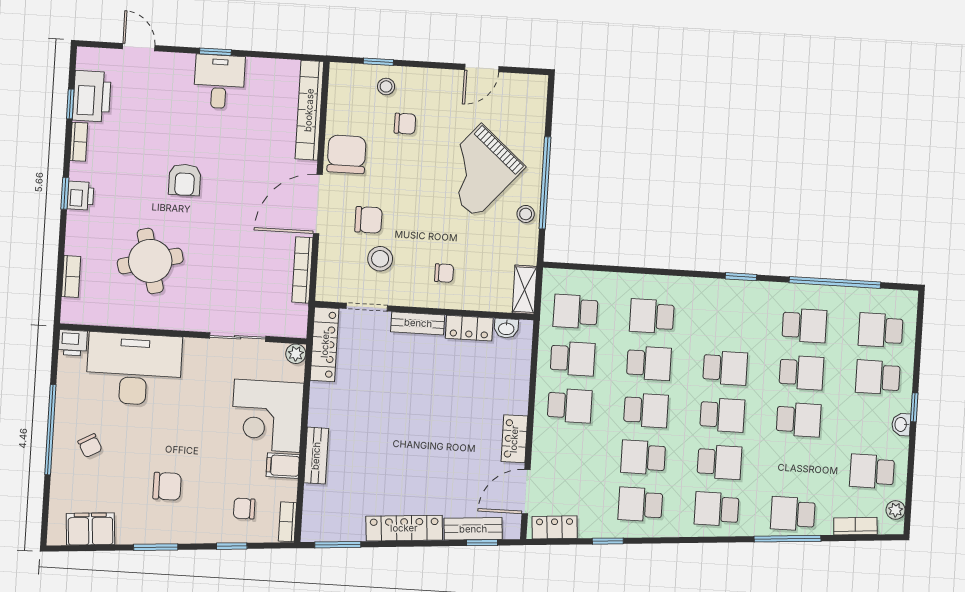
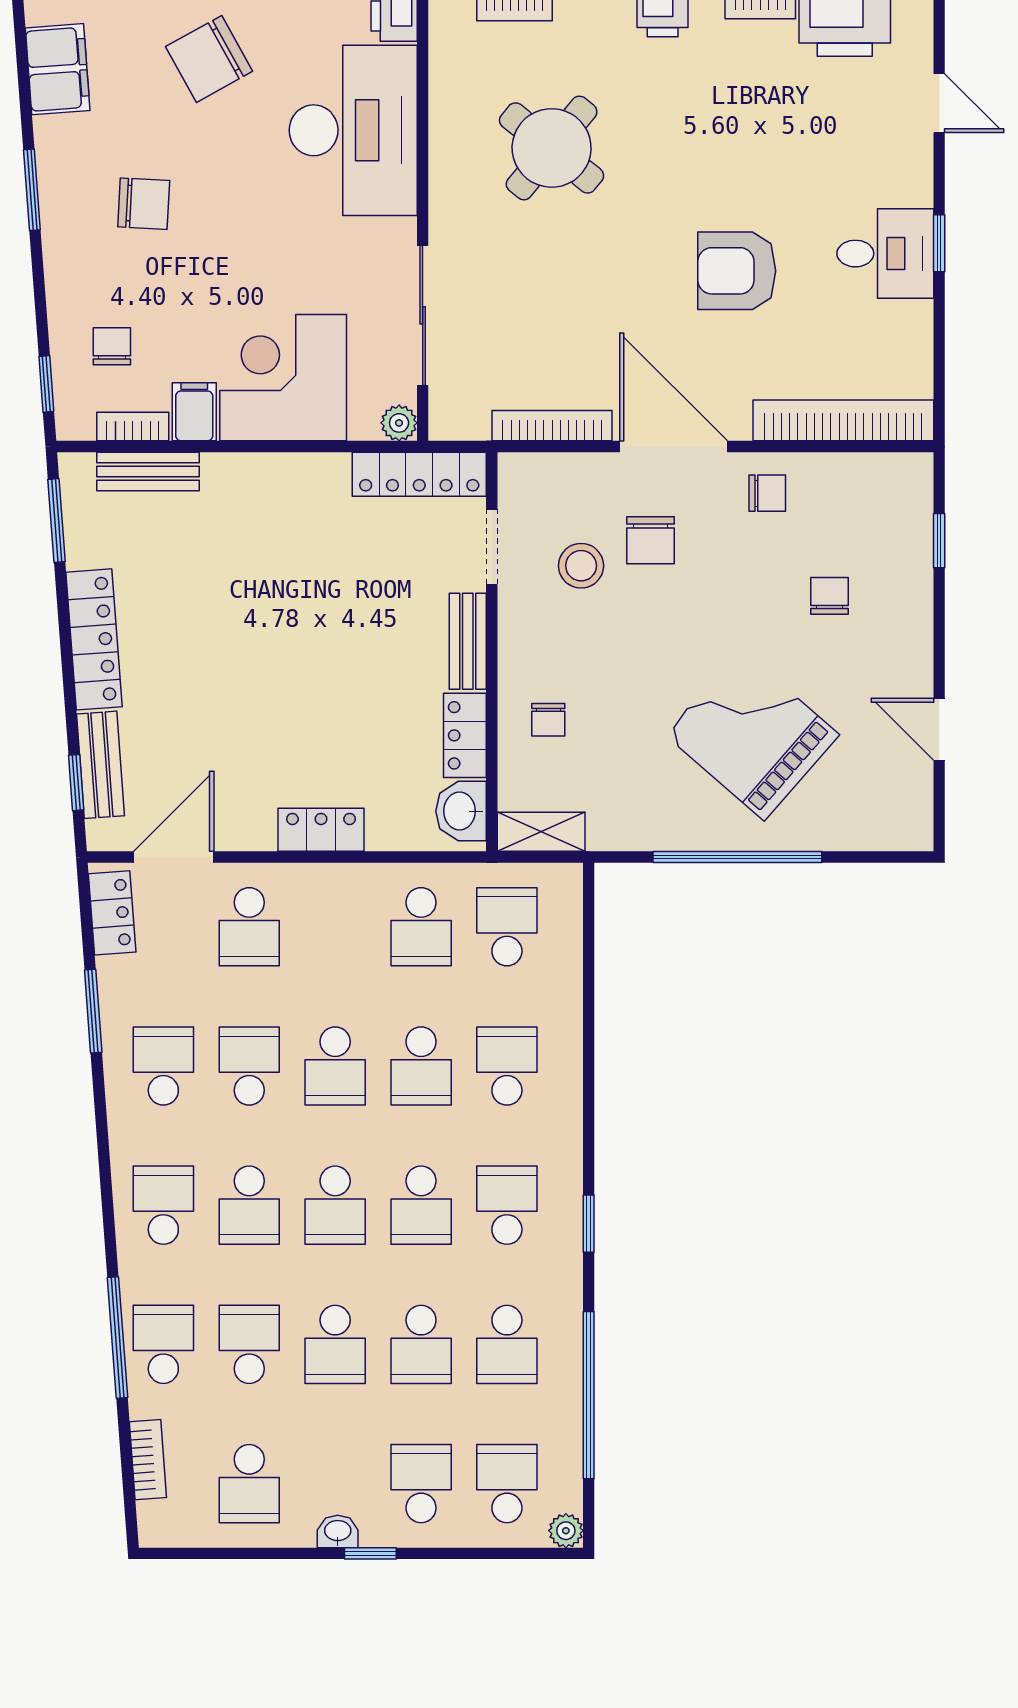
door: (139, 47) -> (939, 103), hinge flipped
stool: (386, 86) -> (895, 557), removed
chair: (405, 124) -> (830, 596), turned 180
chair: (347, 154) -> (767, 493), width x0.54, depth x0.54
armchair: (185, 180) -> (737, 271), moved, width x1.38, depth x1.38
stool: (526, 214) -> (679, 825), removed
round table: (150, 261) -> (552, 148), turned -37
chair: (444, 273) -> (548, 720), moved
school desk: (728, 321) -> (507, 1205), added
washbasin: (506, 328) -> (461, 811), width x1.38, depth x1.45
sliding door: (238, 337) -> (423, 315), width x1.37
school desk: (570, 406) -> (249, 927), moved
locker: (514, 439) -> (321, 830), moved
chair: (90, 446) -> (209, 59), width x1.87, depth x1.87
bench: (316, 456) -> (148, 472), moved
school desk: (796, 467) -> (249, 1344), added
school desk: (872, 471) -> (249, 1484), turned 180
chair: (167, 486) -> (144, 204), turned -87
door: (526, 492) -> (174, 857), hinge flipped
plant: (896, 510) -> (566, 1531), moved
bookcase: (287, 522) -> (133, 427), moved
window: (608, 541) -> (93, 1011), width x1.50
window: (232, 546) -> (46, 384), moved

